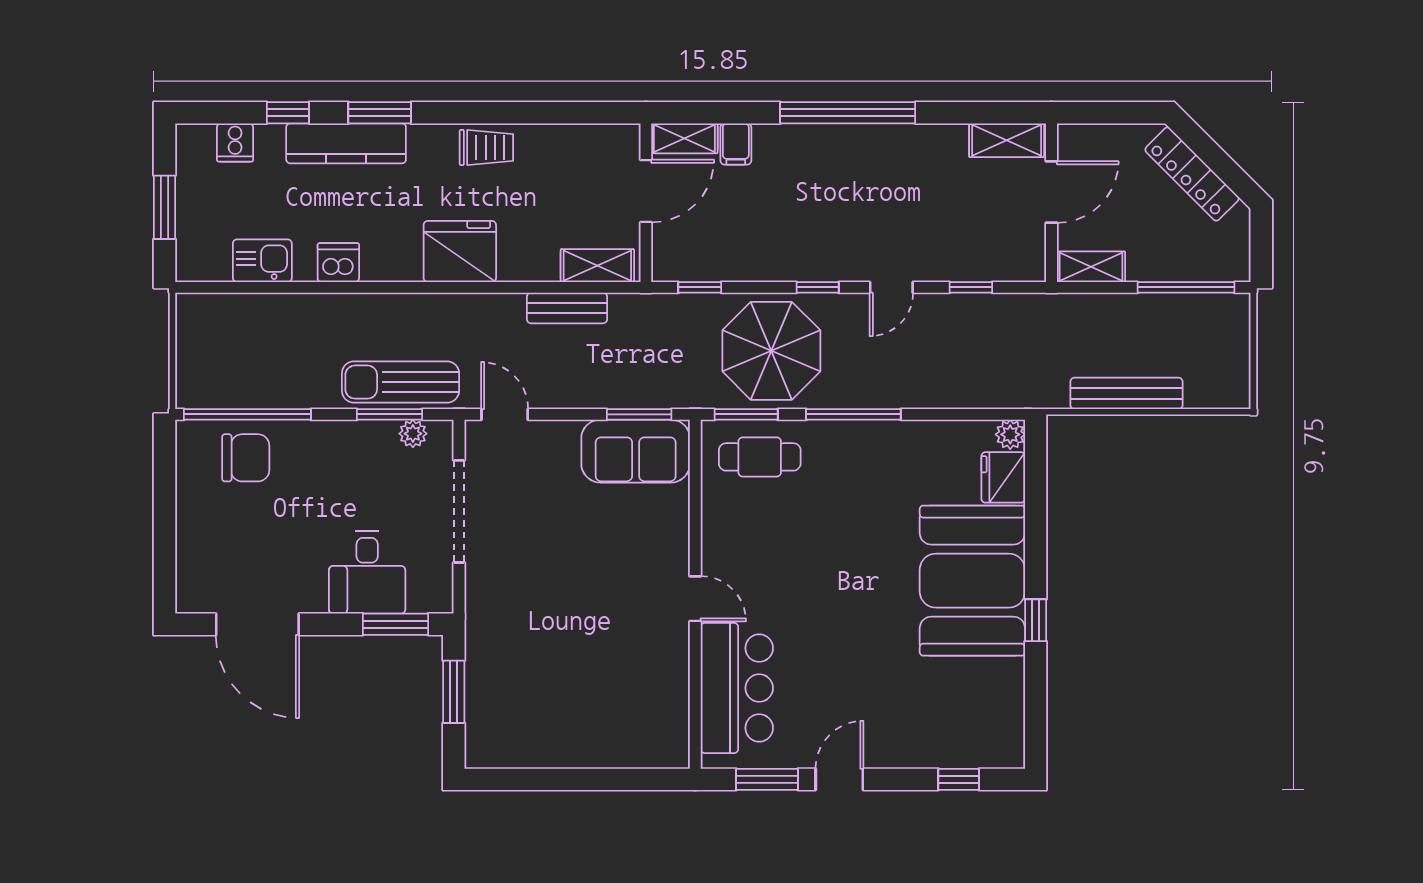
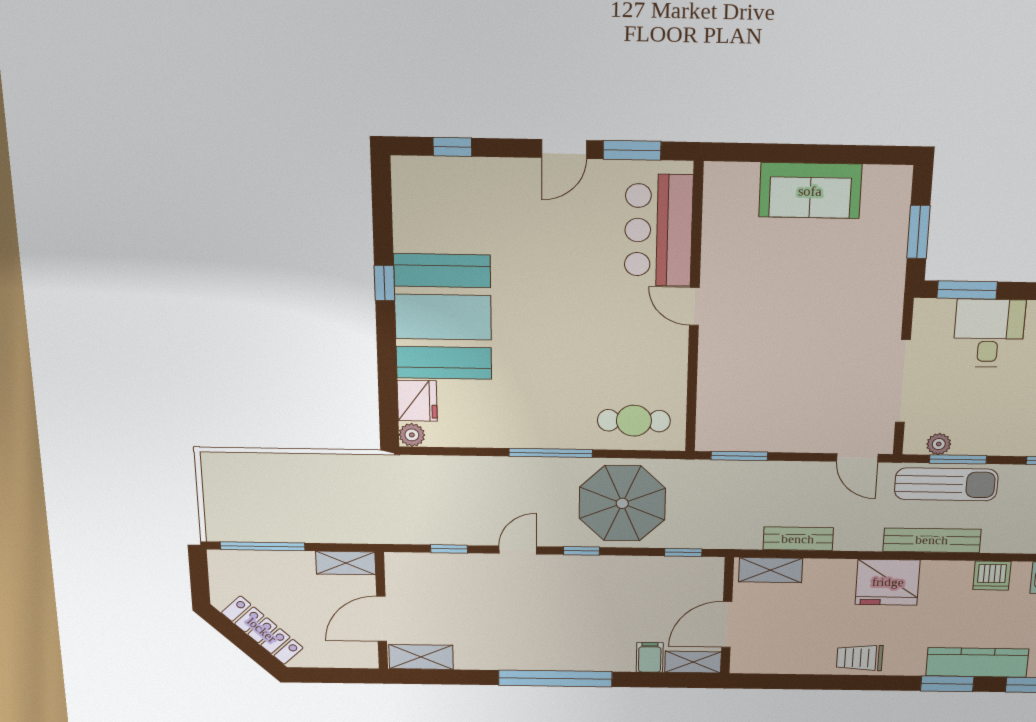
bench: (1126, 393) -> (932, 540), moved
window: (746, 414) -> (645, 454), removed
sofa: (636, 451) -> (810, 191), moved, turned 180

